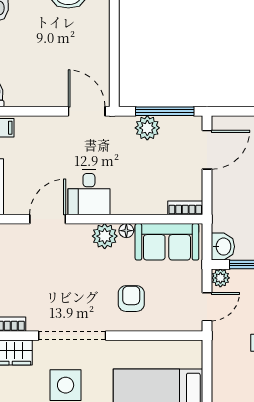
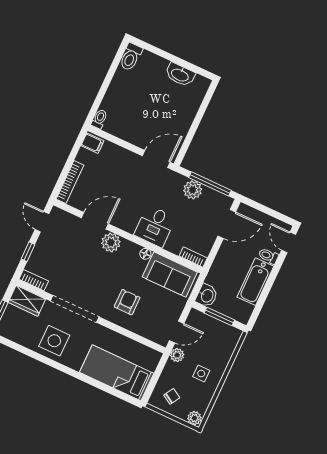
door: (87, 111) -> (156, 159), hinge flipped
desk: (89, 192) -> (155, 226), moved
plant: (105, 236) -> (111, 242), moved
plant: (220, 278) -> (177, 355), moved
chair: (237, 386) -> (172, 396), added

